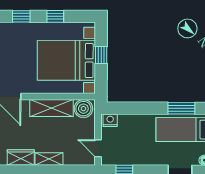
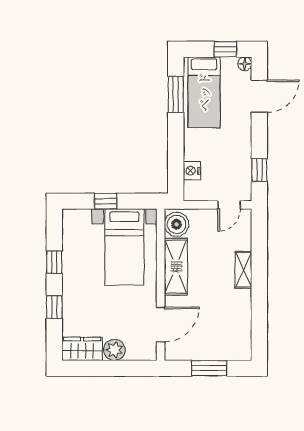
bed with nightstands: (66, 60) -> (124, 247), width x0.73
nightstand: (110, 120) -> (192, 171), moved
wardrobe: (21, 157) -> (241, 307), removed

